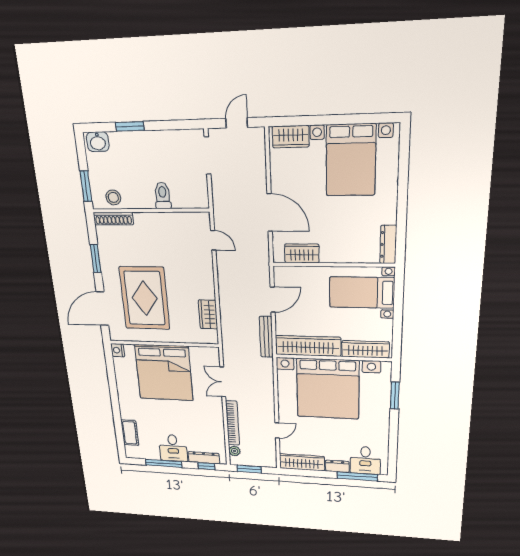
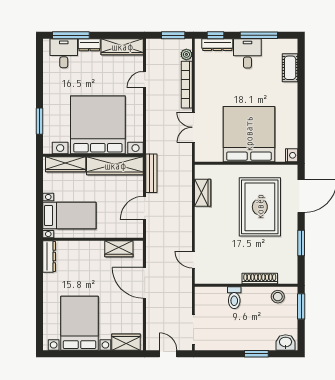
door: (237, 123) -> (168, 354), swing flipped
shoe rack: (113, 219) -> (260, 278), moved
double door: (223, 382) -> (193, 127), swing flipped

